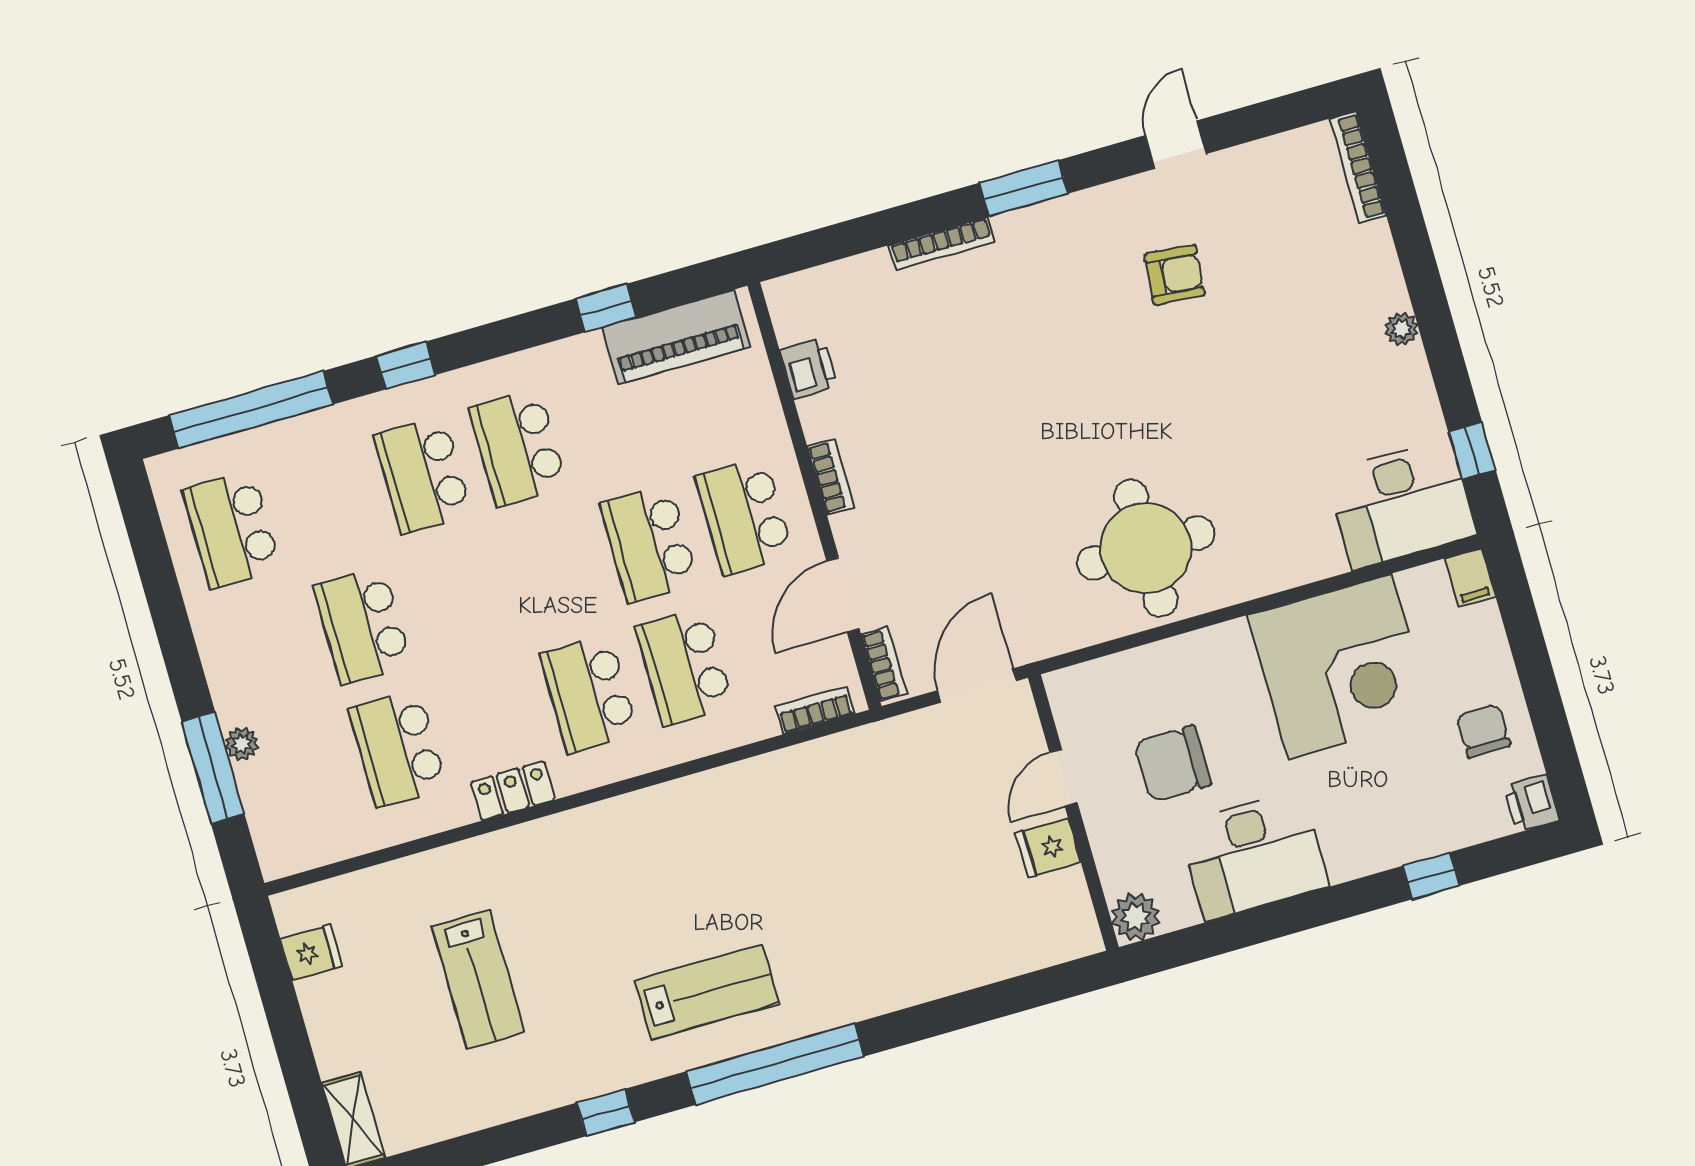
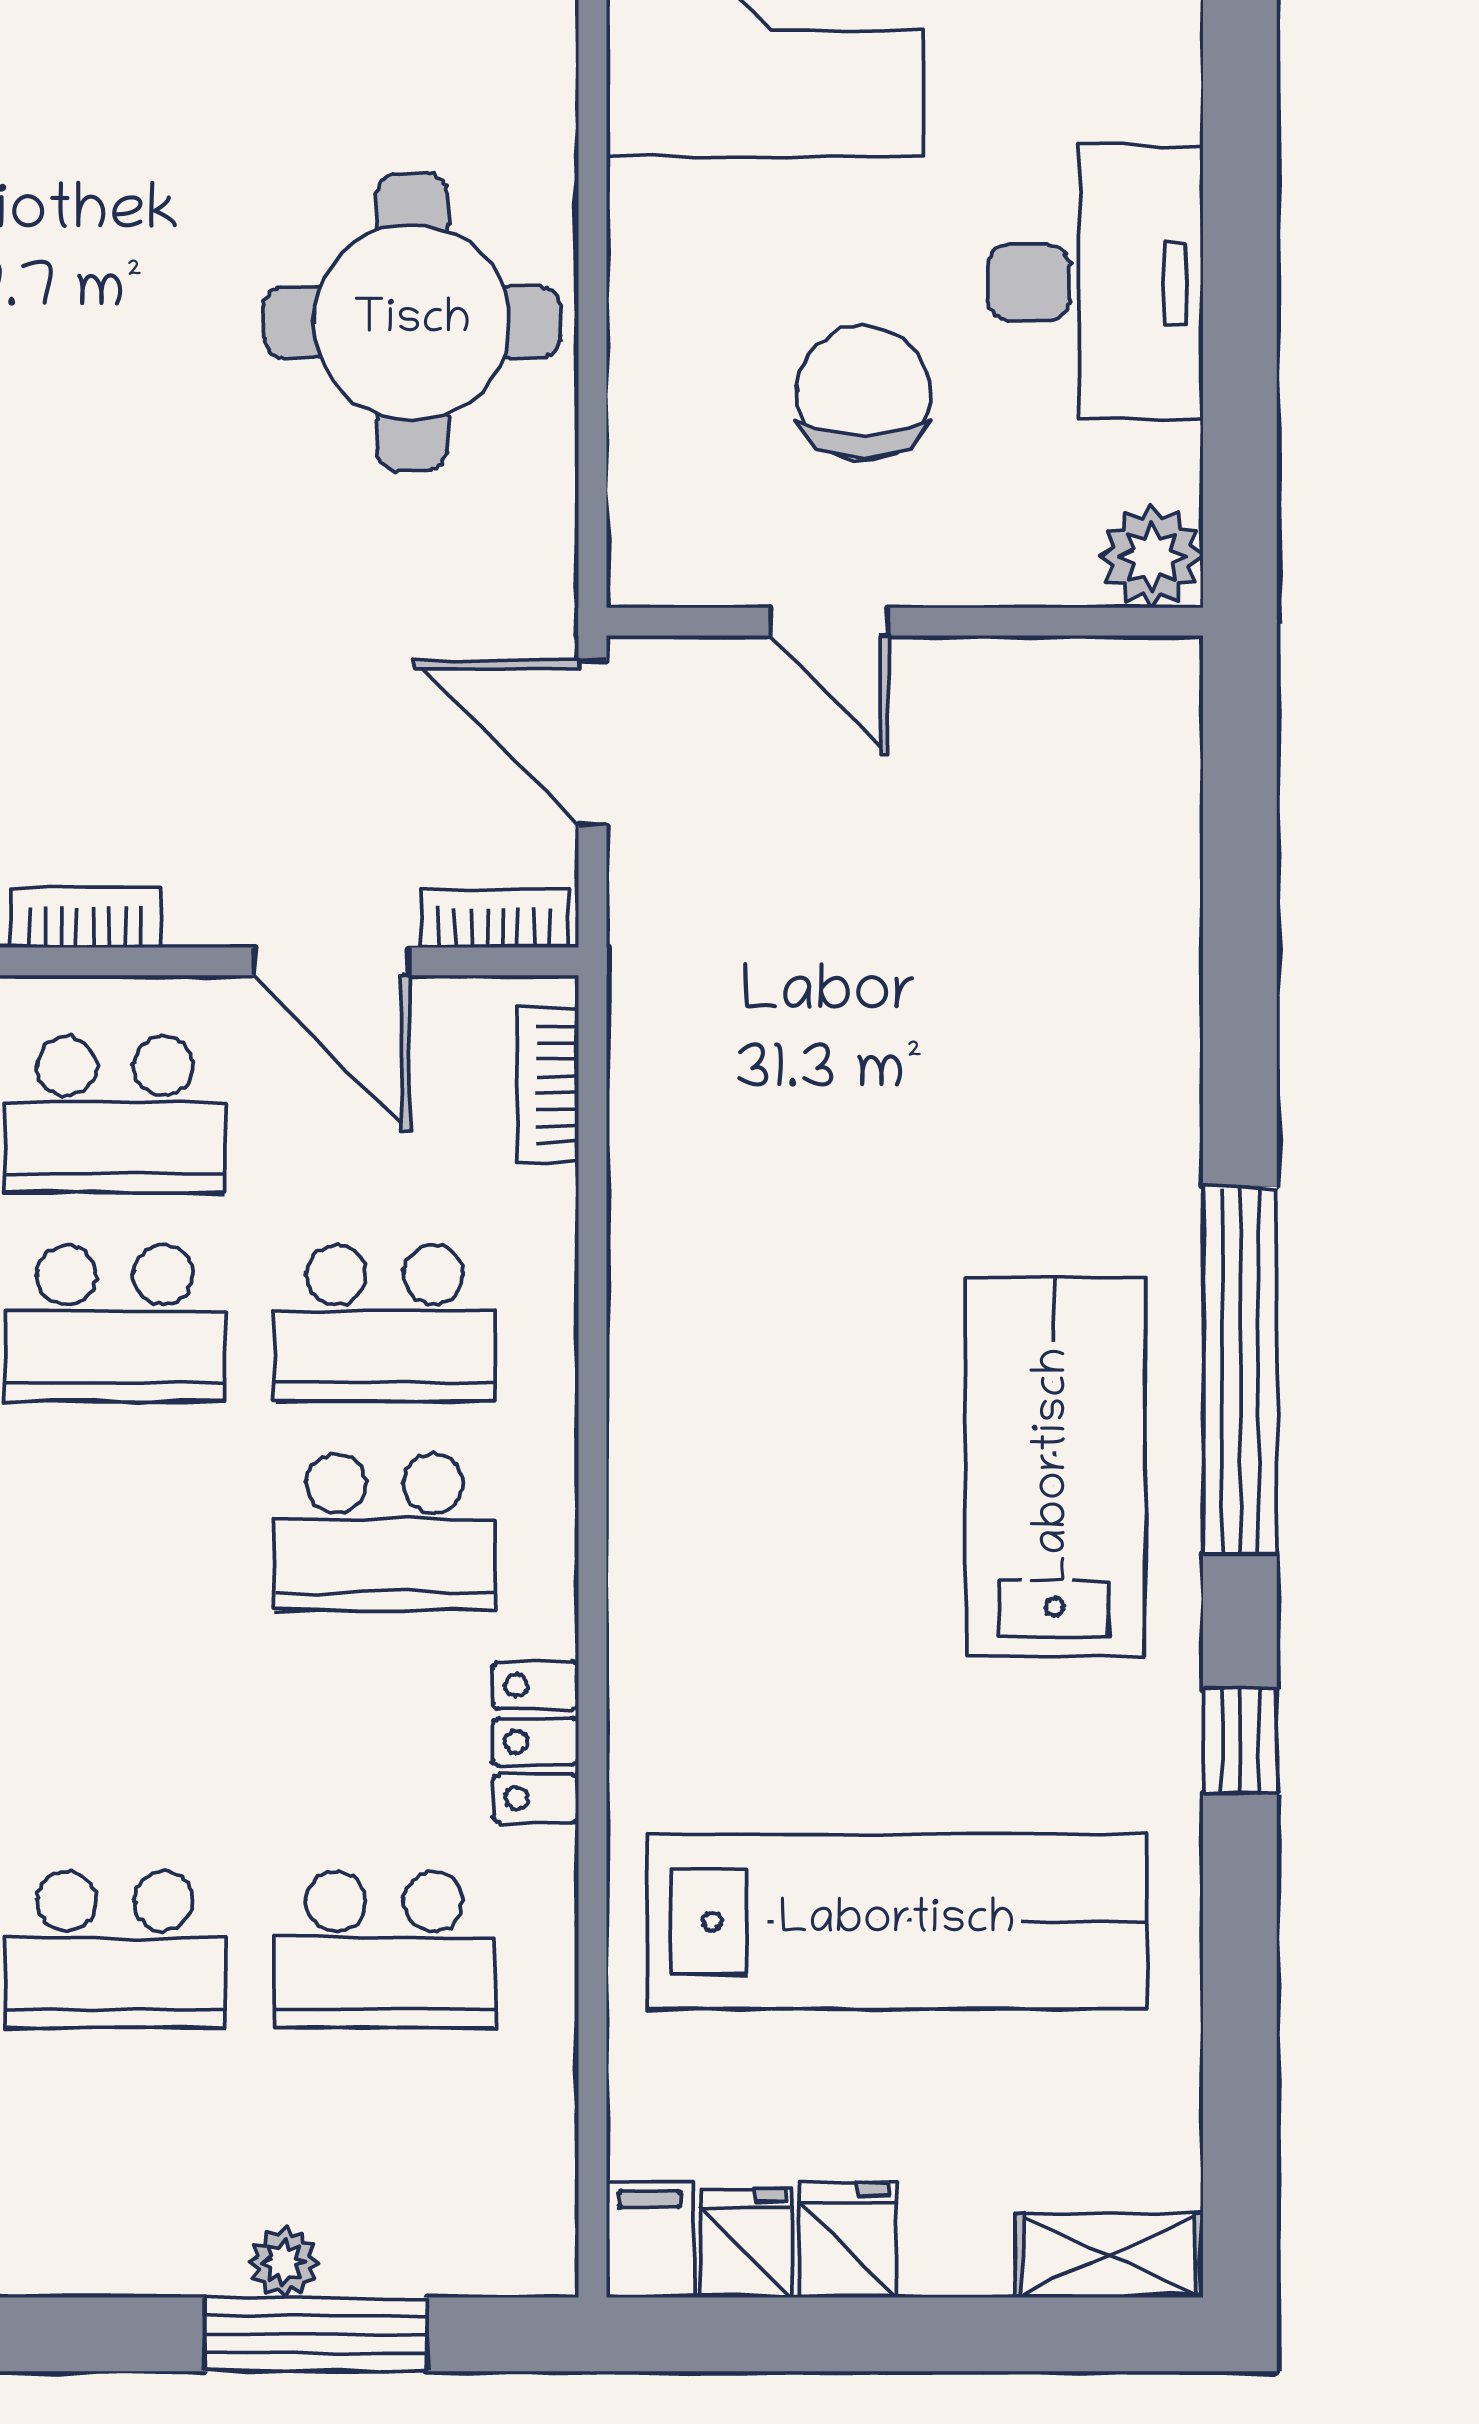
chair: (1173, 764) -> (863, 393), turned 180
fridge: (1048, 848) -> (848, 2240), moved, turned 180
filing cabinet: (300, 908) -> (650, 2240), added
lab bench: (478, 979) -> (897, 1922), width x1.86, depth x1.39
lab bench: (707, 992) -> (1055, 1466), width x1.36, depth x1.39

